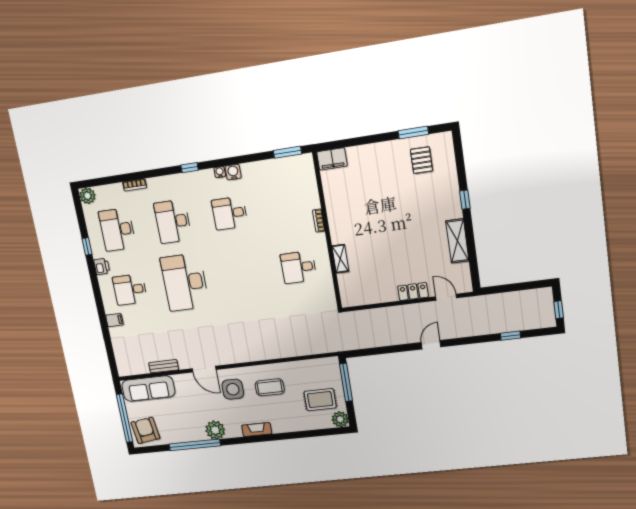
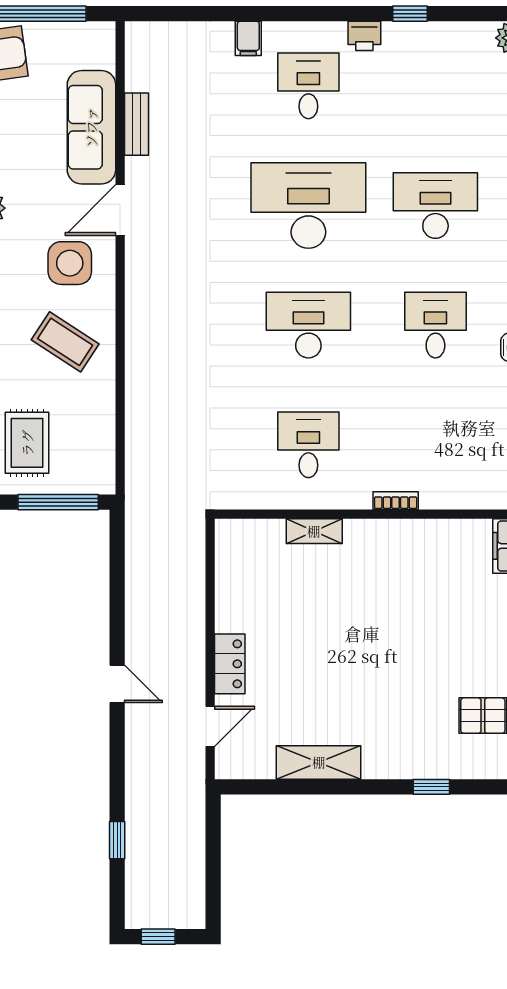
window: (465, 200) -> (431, 787), moved
desk: (117, 230) -> (308, 325), moved
coffee table: (270, 387) -> (65, 342), turned -57
sofa: (148, 389) -> (91, 127), moved

